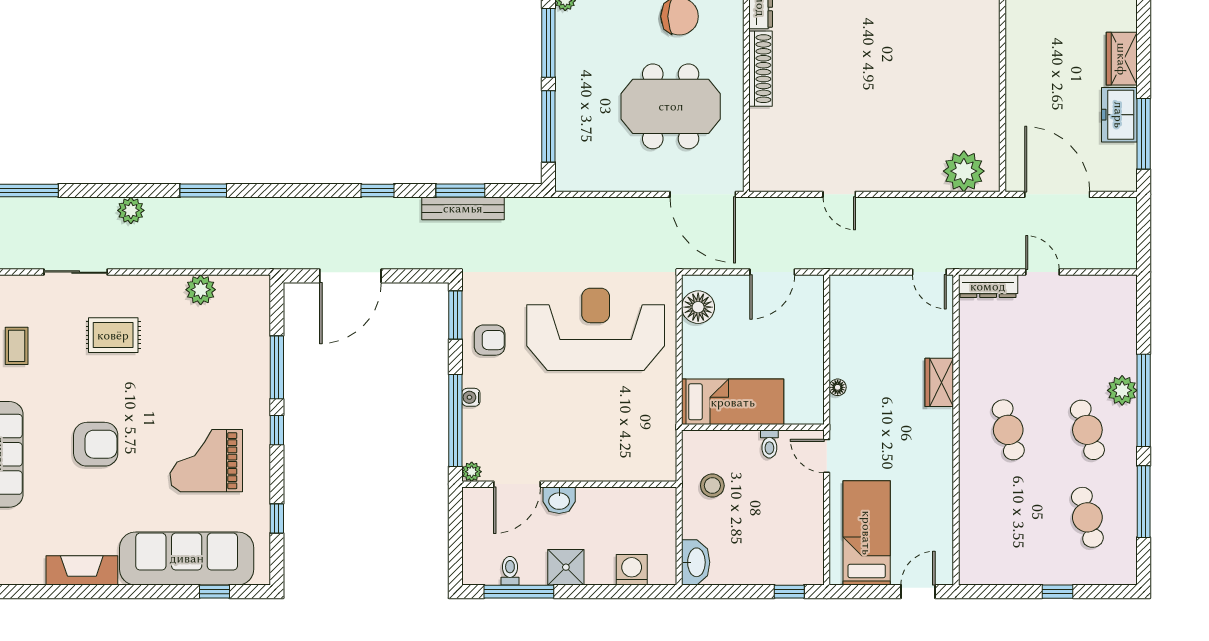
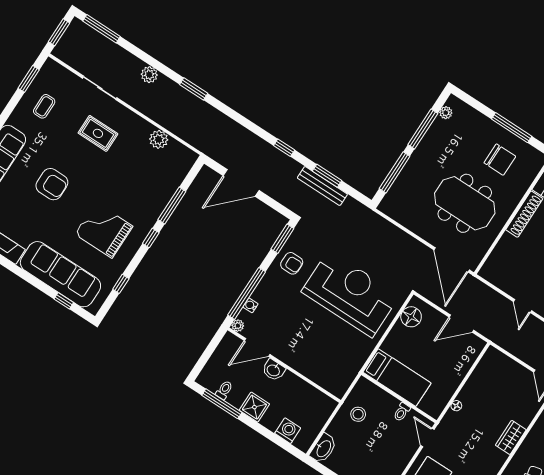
water cooler: (471, 397) -> (250, 305), moved

